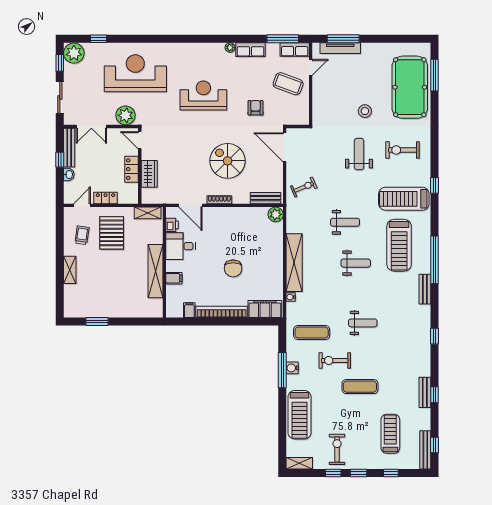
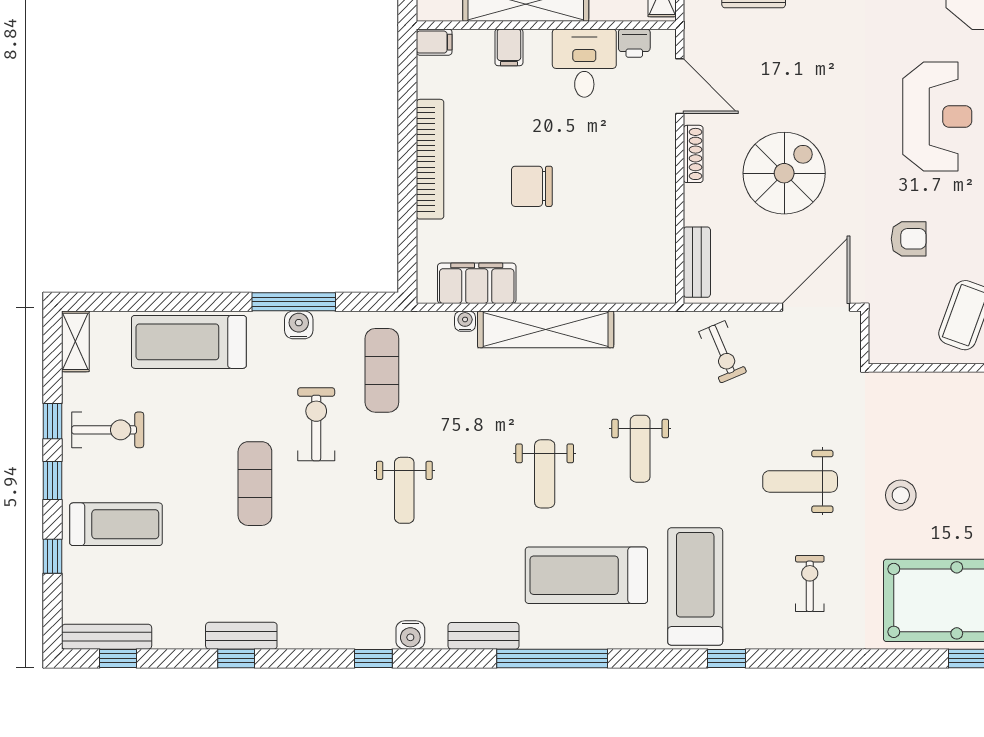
exercise bike: (403, 150) -> (810, 583), width x0.73, depth x0.72
weight bench: (359, 154) -> (800, 481), turned 180
door: (190, 205) -> (680, 86), swing flipped
plant: (276, 214) -> (659, 286), removed
filing cabinet: (265, 309) -> (477, 283), moved, turned -90
filing cabinet: (189, 310) -> (434, 42), moved
water cooler: (425, 320) -> (410, 635), added
treadmill: (390, 434) -> (116, 524), moved

